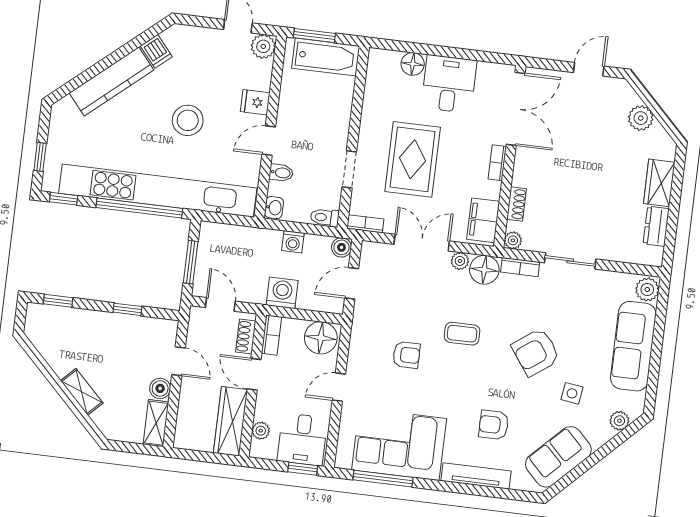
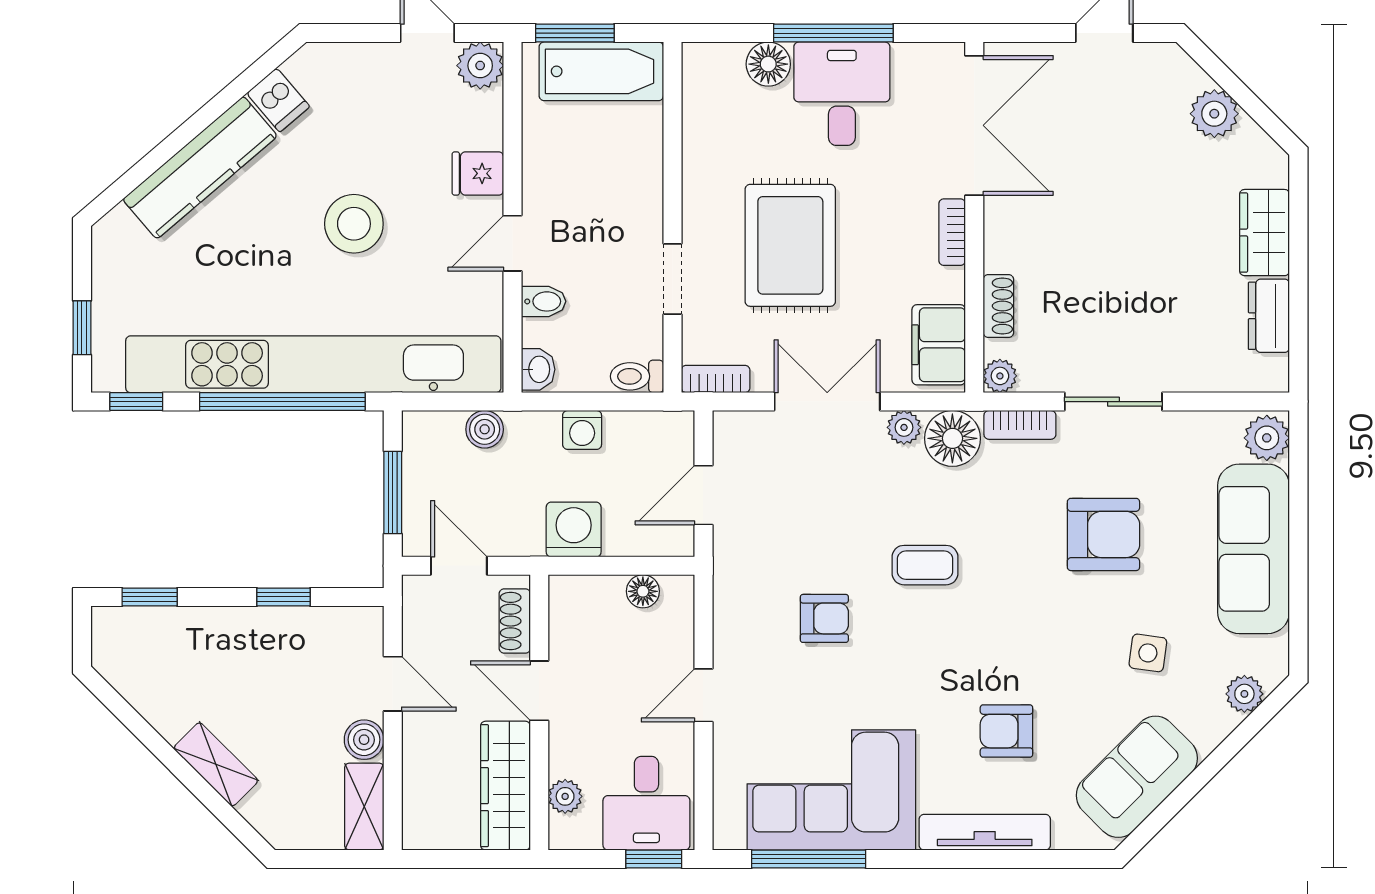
window: (448, 52) -> (833, 33), added
boiler: (341, 247) -> (485, 429), moved
bookcase: (271, 335) -> (563, 612), removed
floor lamp: (321, 338) -> (643, 591), width x0.53, depth x0.53
armchair: (536, 352) -> (1103, 534), moved, turned -144

